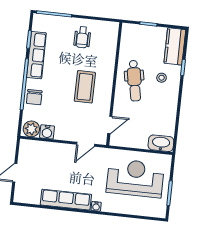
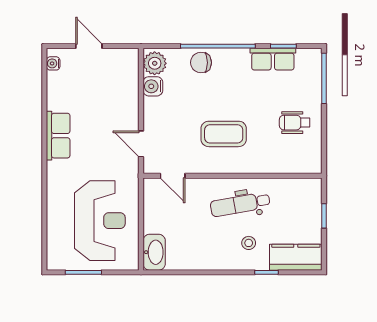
row of seats: (36, 55) -> (273, 59), width x0.68
row of seats: (66, 200) -> (58, 136), width x0.68
water cooler: (96, 206) -> (53, 63), moved

